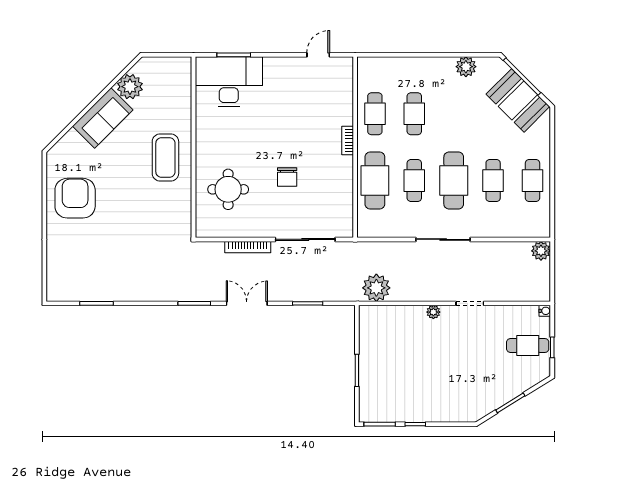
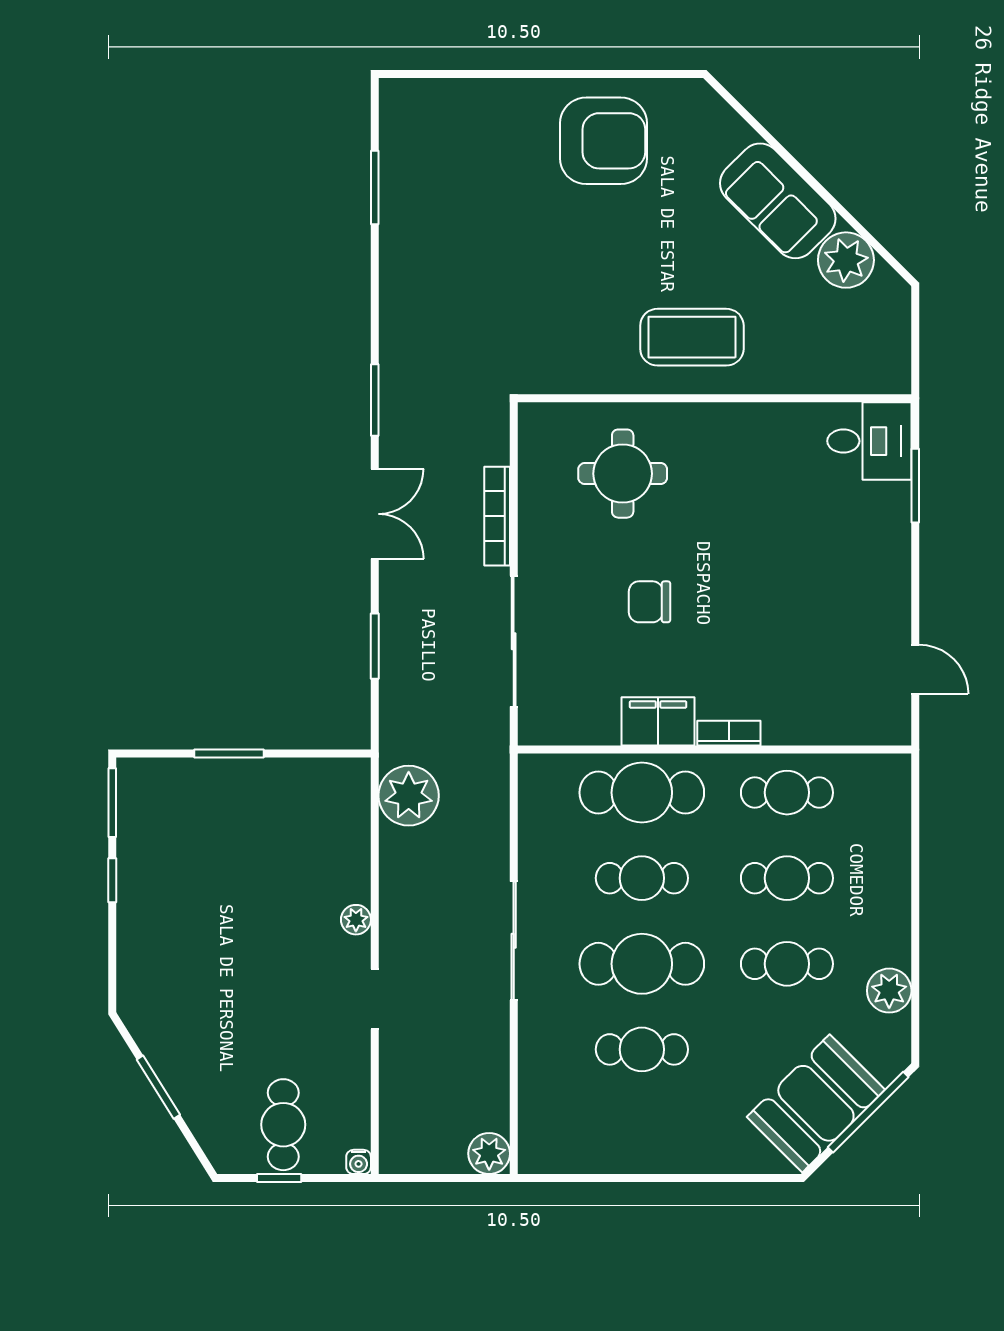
desk: (229, 82) -> (869, 441), width x0.53, depth x0.77
filing cabinet: (342, 173) -> (658, 721), added
cafe table: (532, 181) -> (787, 964), moved

